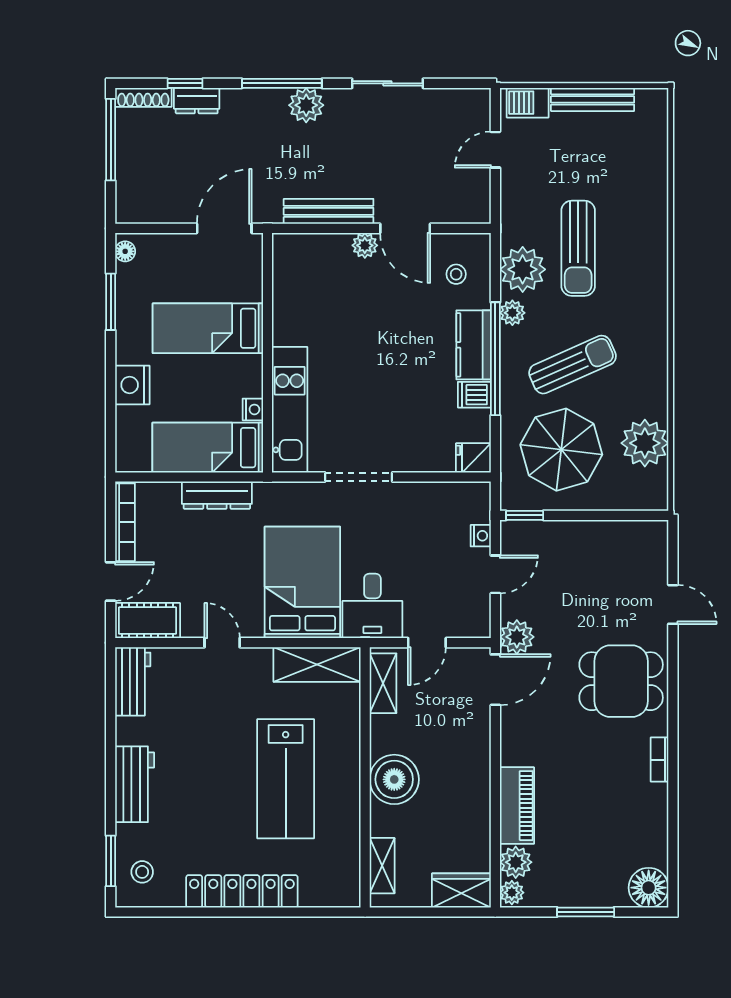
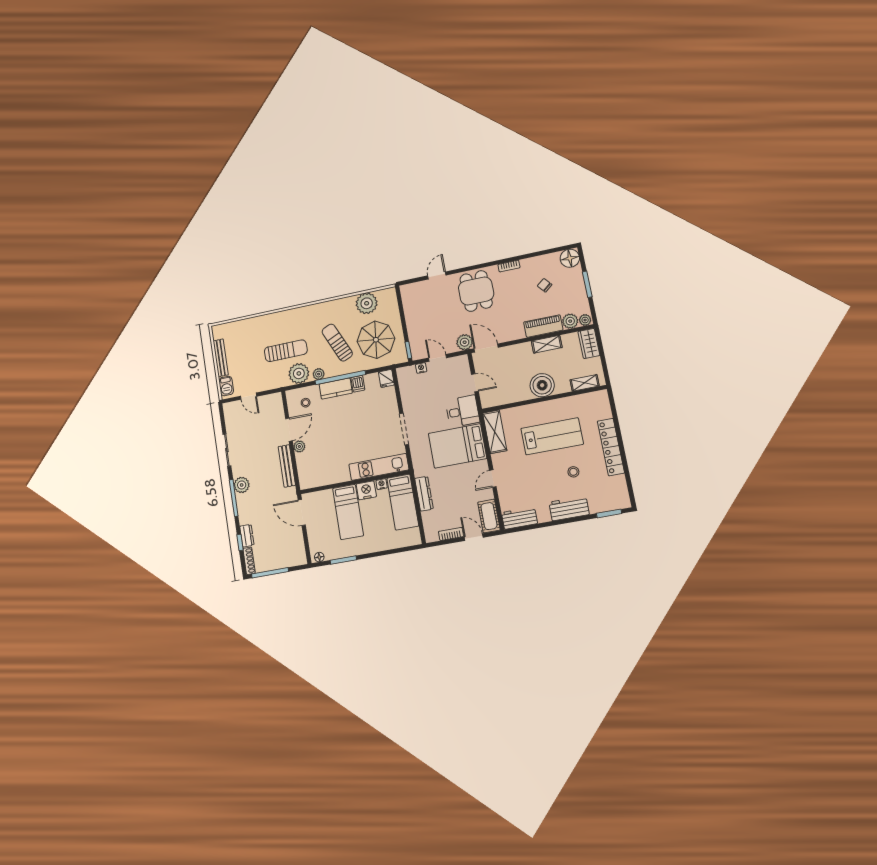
nightstand: (132, 385) -> (366, 490), moved, turned 180
bookcase: (125, 522) -> (451, 534), width x0.64
shelving: (383, 683) -> (547, 344), moved
chair: (603, 825) -> (545, 285), added
stool: (142, 872) -> (573, 472), moved

